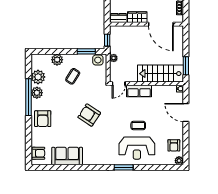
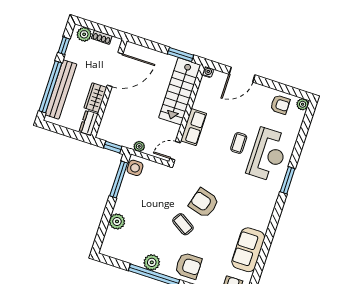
window: (86, 51) -> (119, 179), width x1.44
coffee table: (73, 76) -> (183, 224), moved
plant: (38, 77) -> (132, 254), removed
door: (119, 84) -> (175, 151), swing flipped
armchair: (89, 115) -> (204, 203), turned 73

